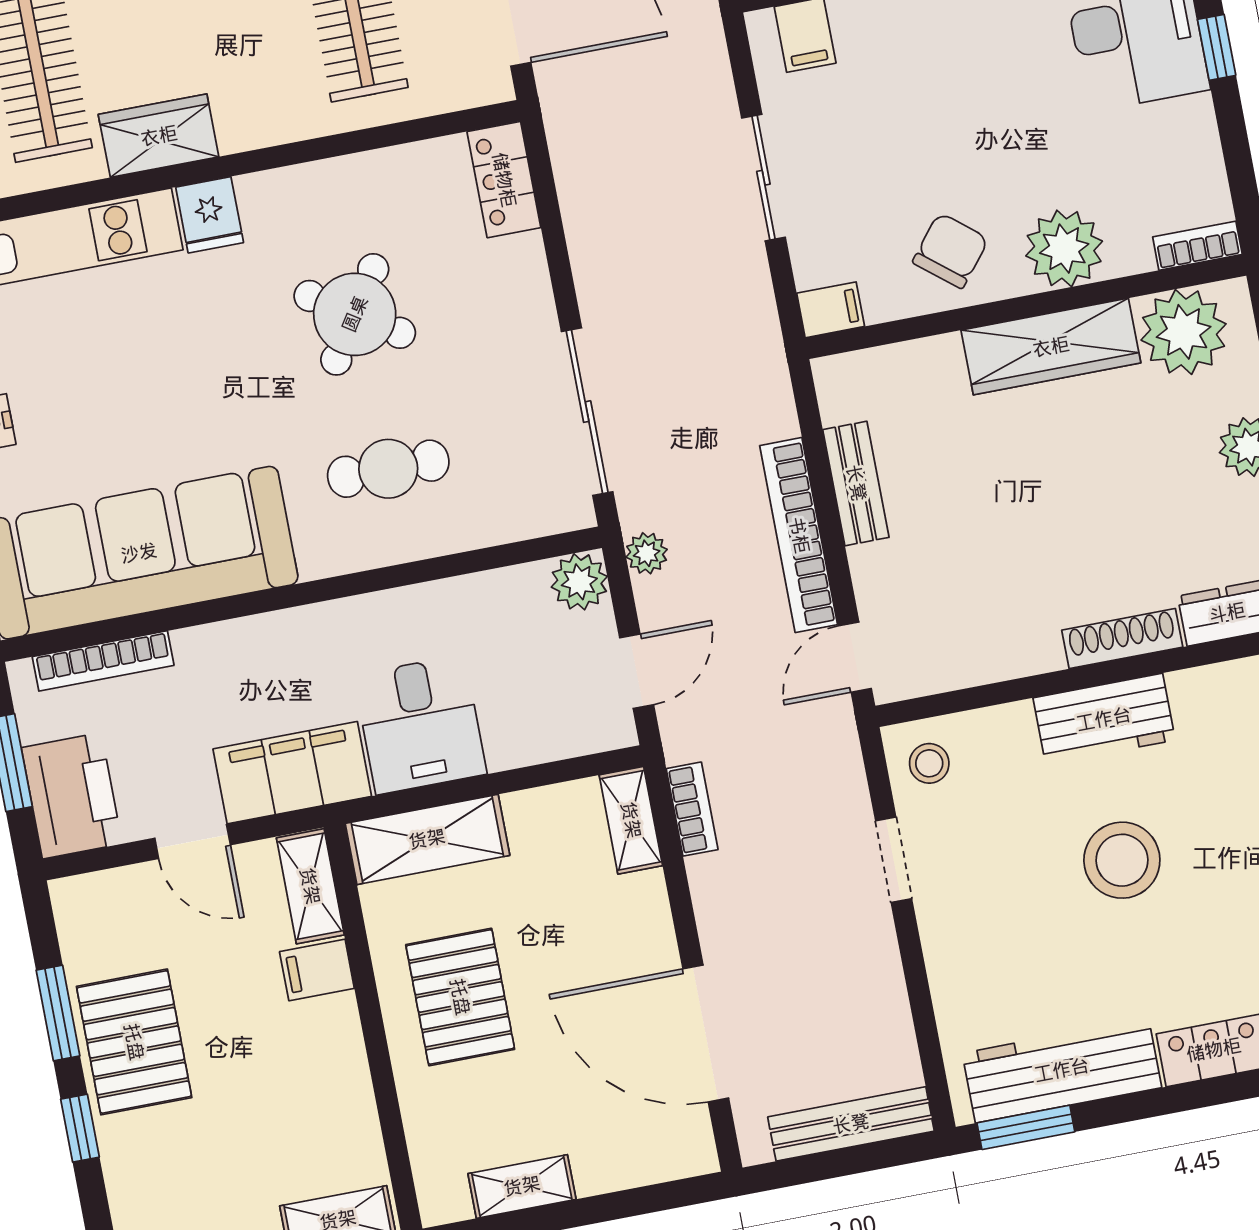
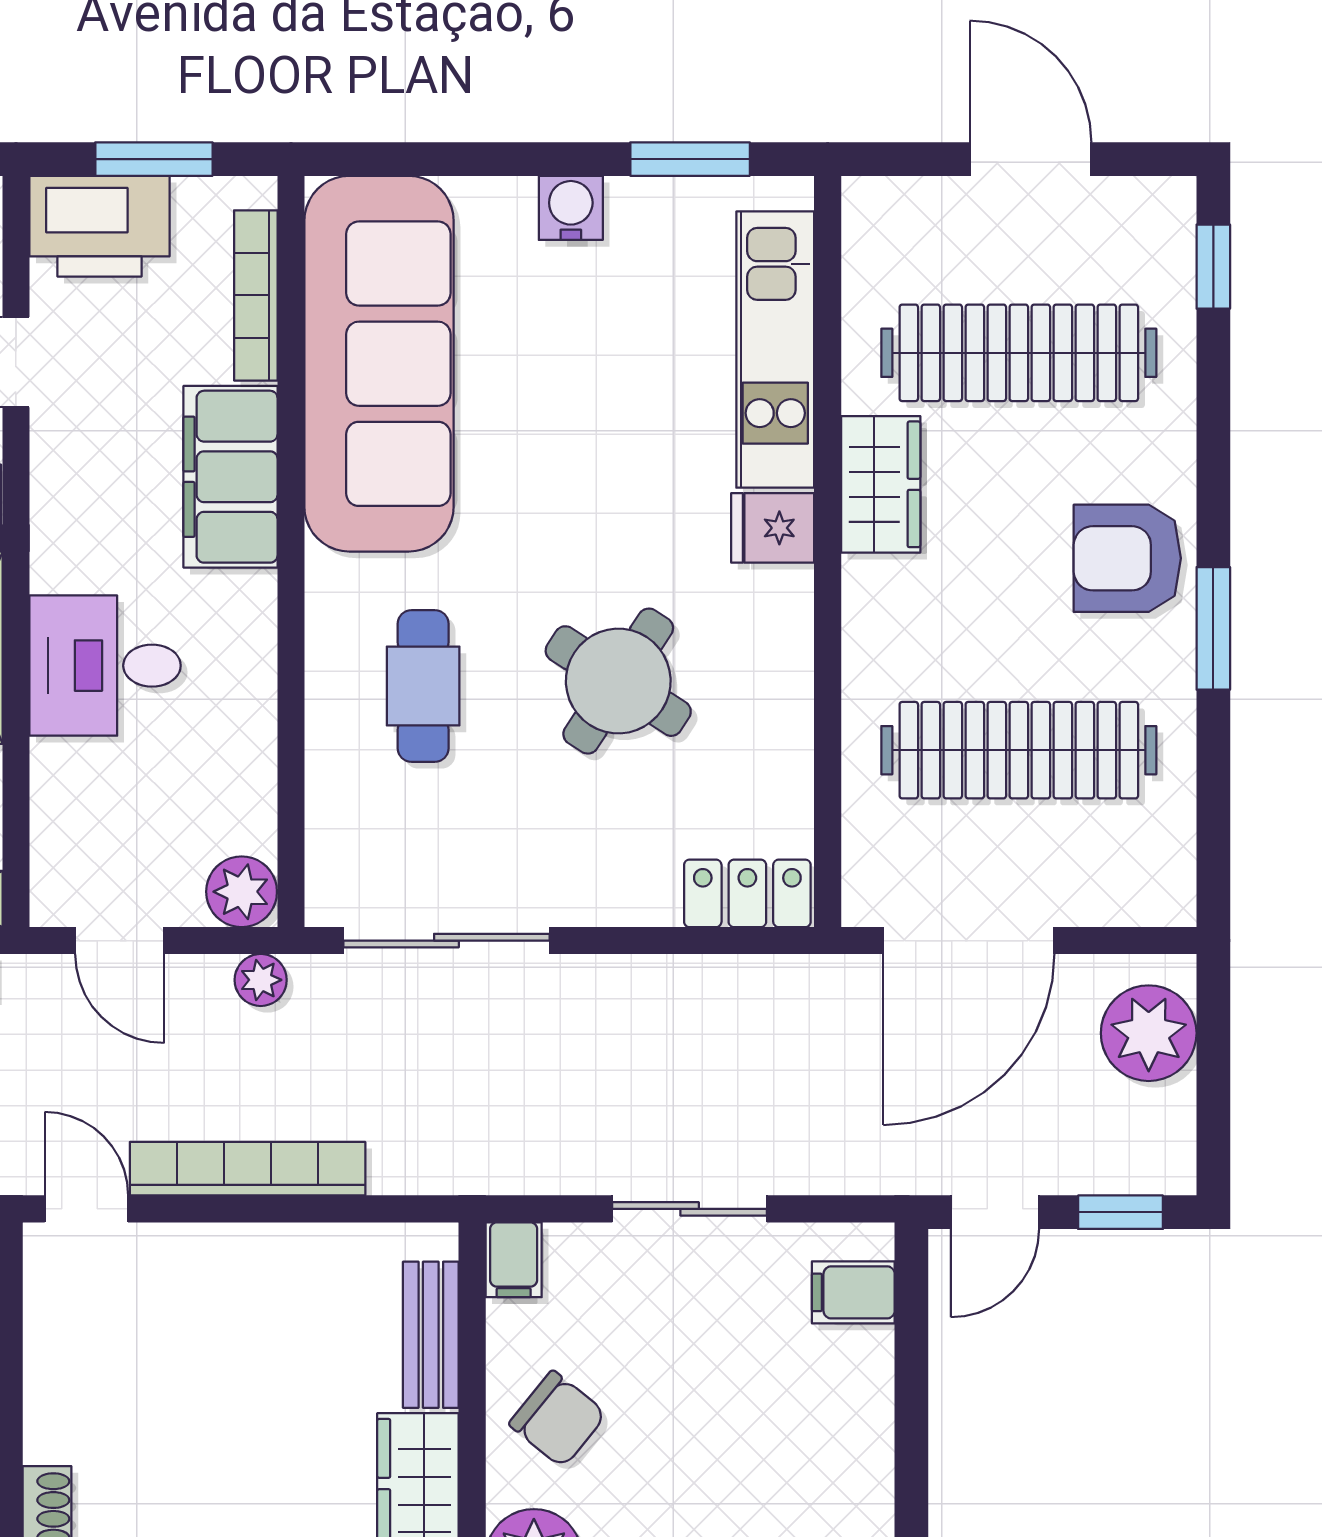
bench: (856, 483) -> (431, 1335), moved, turned 90
filing cabinet: (292, 773) -> (230, 477), moved, turned 180

